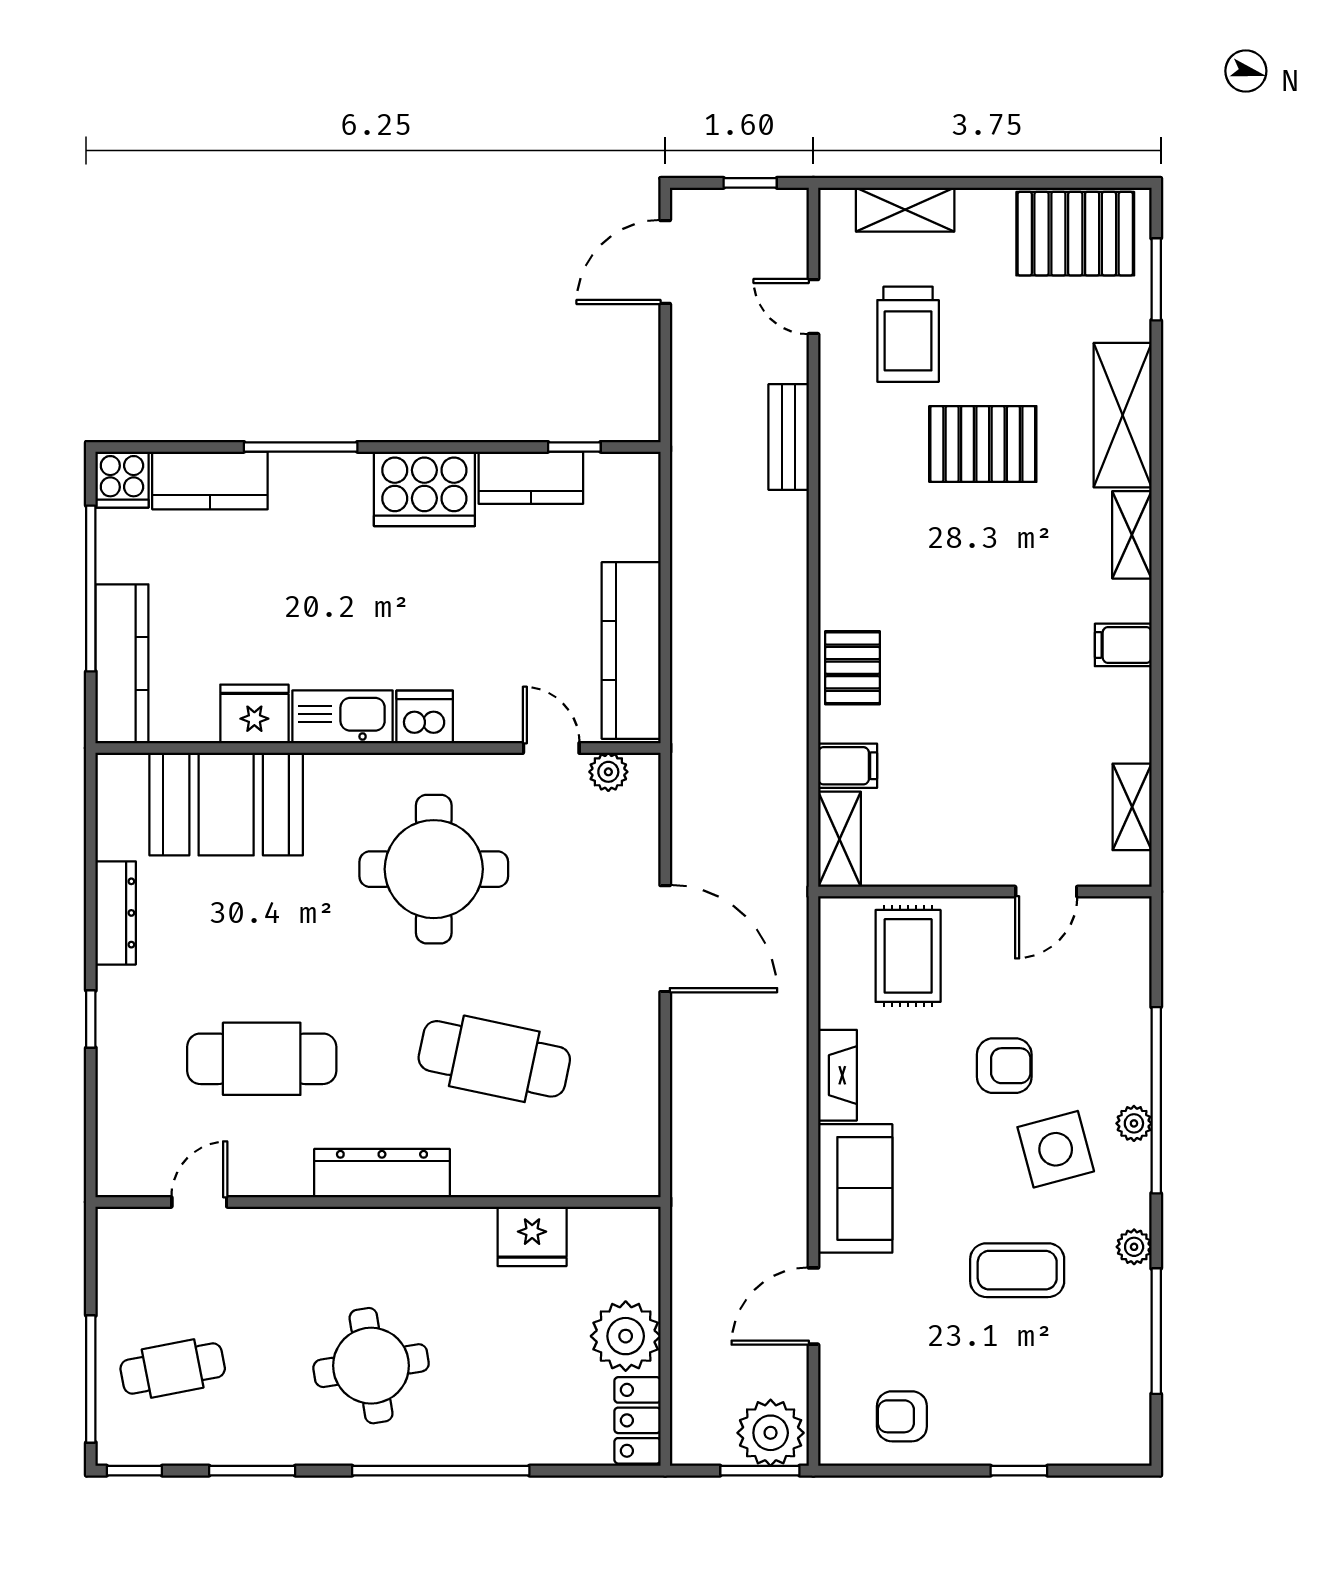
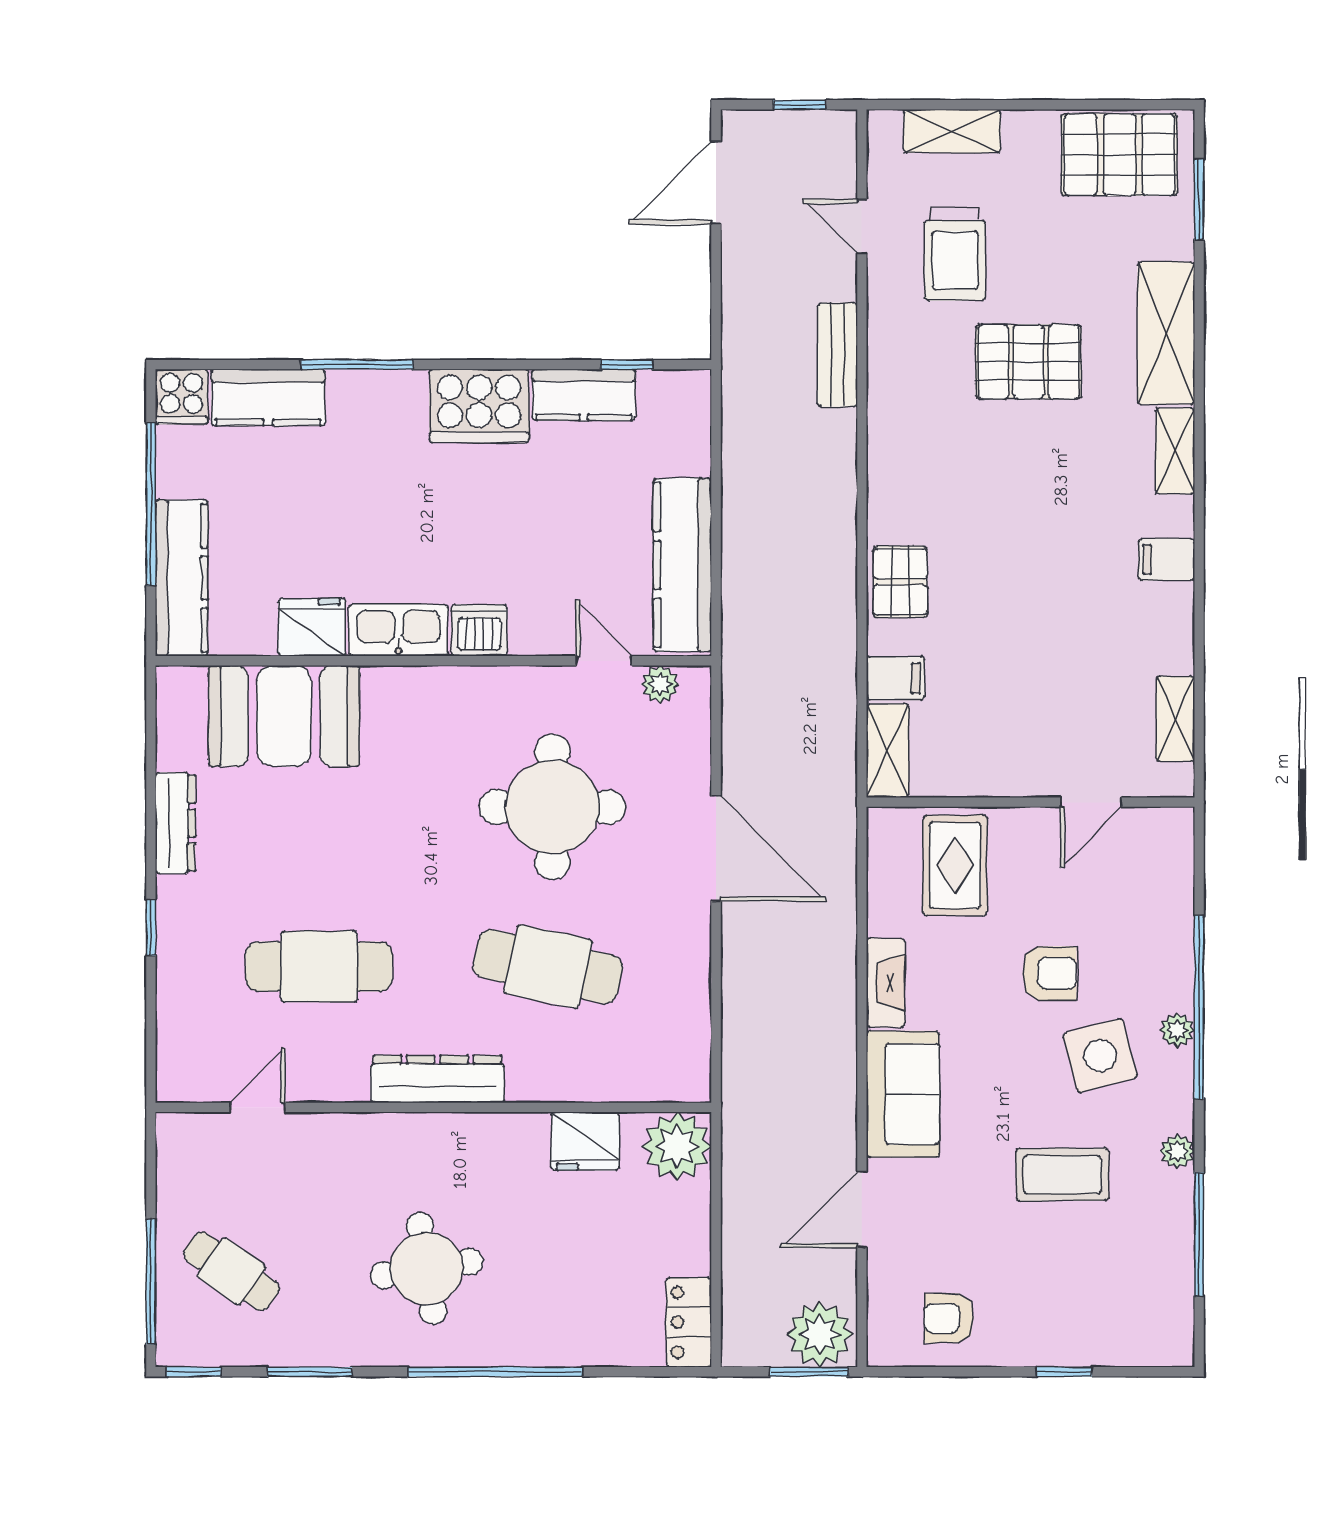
round table: (434, 869) -> (552, 807), moved
plant: (626, 1336) -> (677, 1146), moved
cafe table: (173, 1369) -> (231, 1271), turned 46

